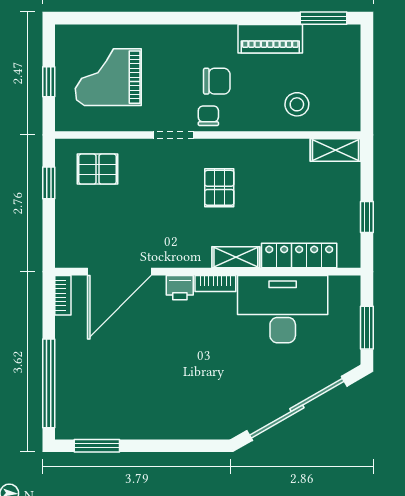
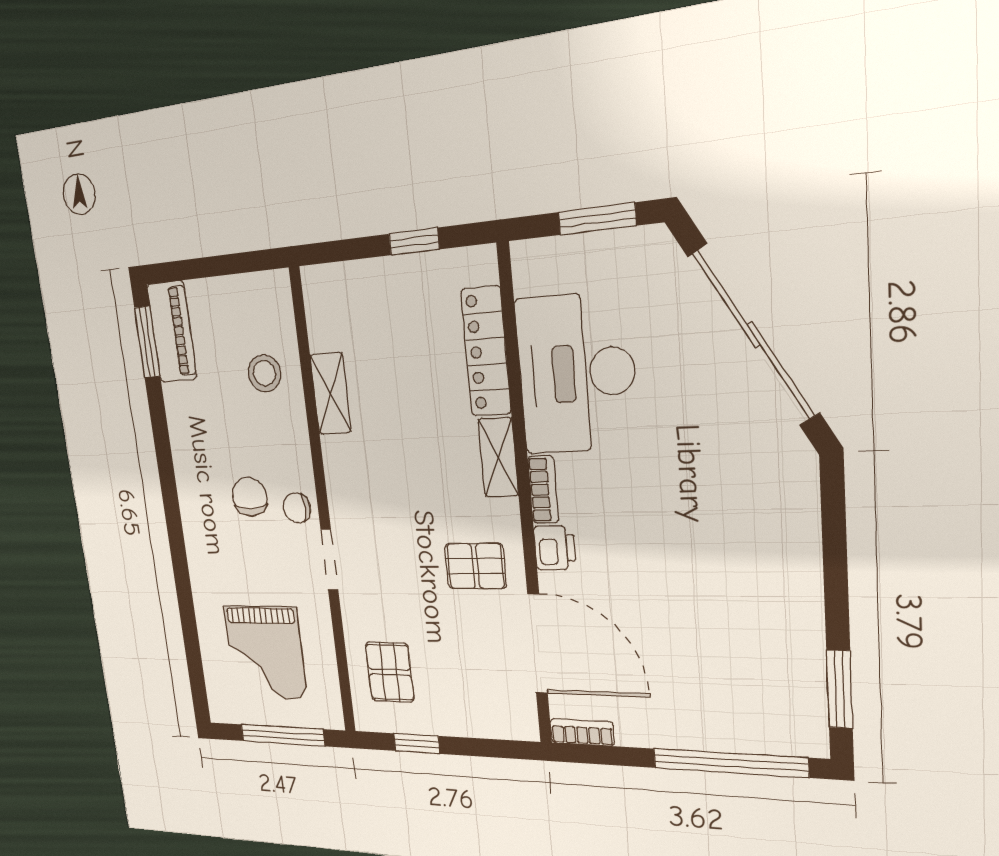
piano: (270, 39) -> (172, 332), moved
window: (49, 82) -> (282, 735), width x2.17
shelving: (336, 150) -> (331, 393), moved
pallet: (219, 188) -> (475, 566), moved

